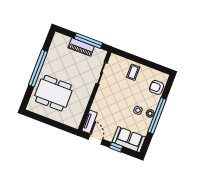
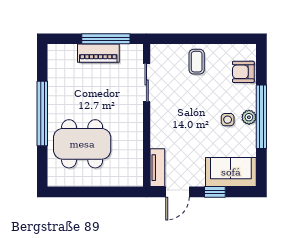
door: (96, 139) -> (178, 192), swing flipped

